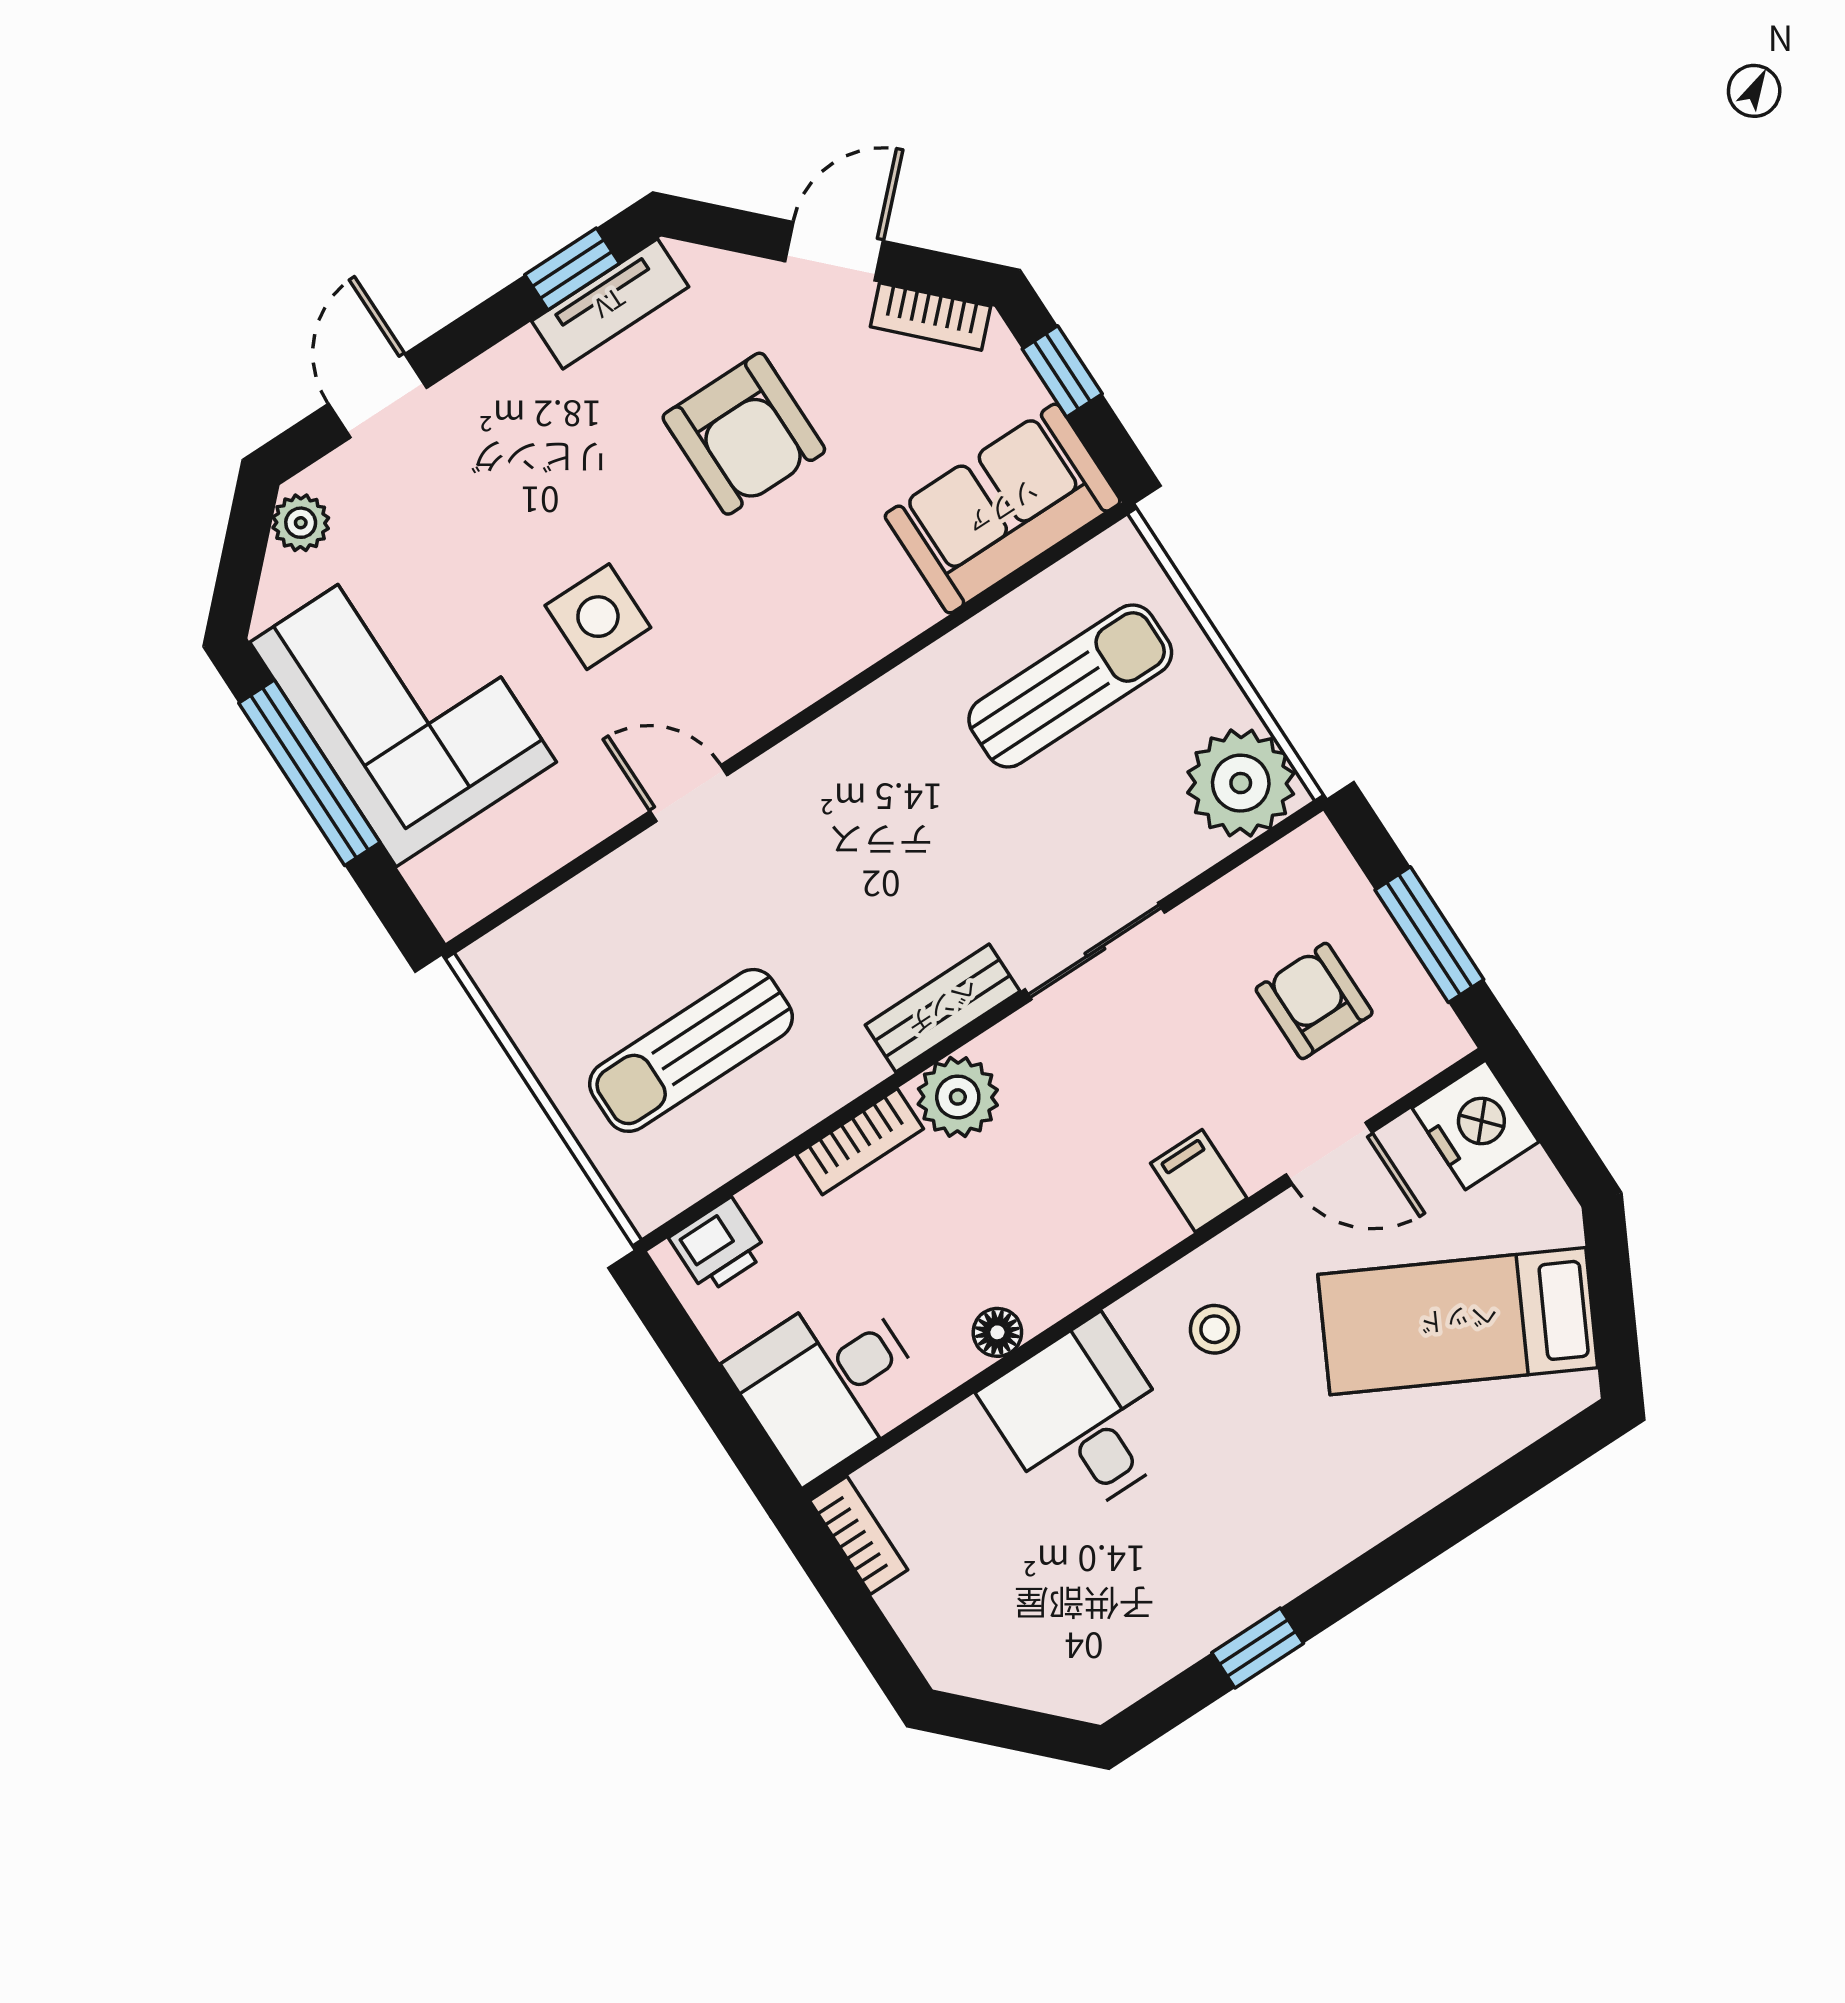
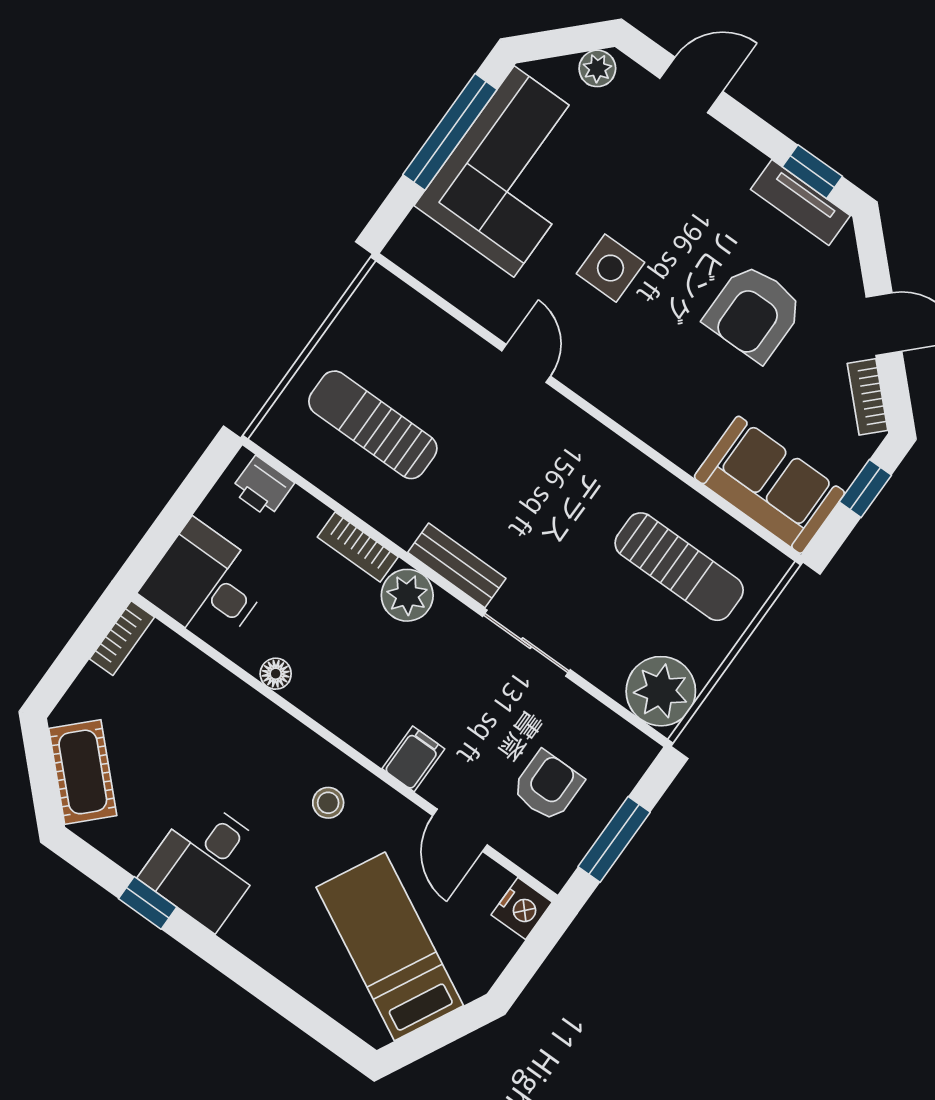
nightstand: (1476, 1125) -> (522, 908), width x0.74, depth x0.75
desk: (1082, 1420) -> (206, 864), moved, turned 180
cot: (1031, 1668) -> (83, 772), added

